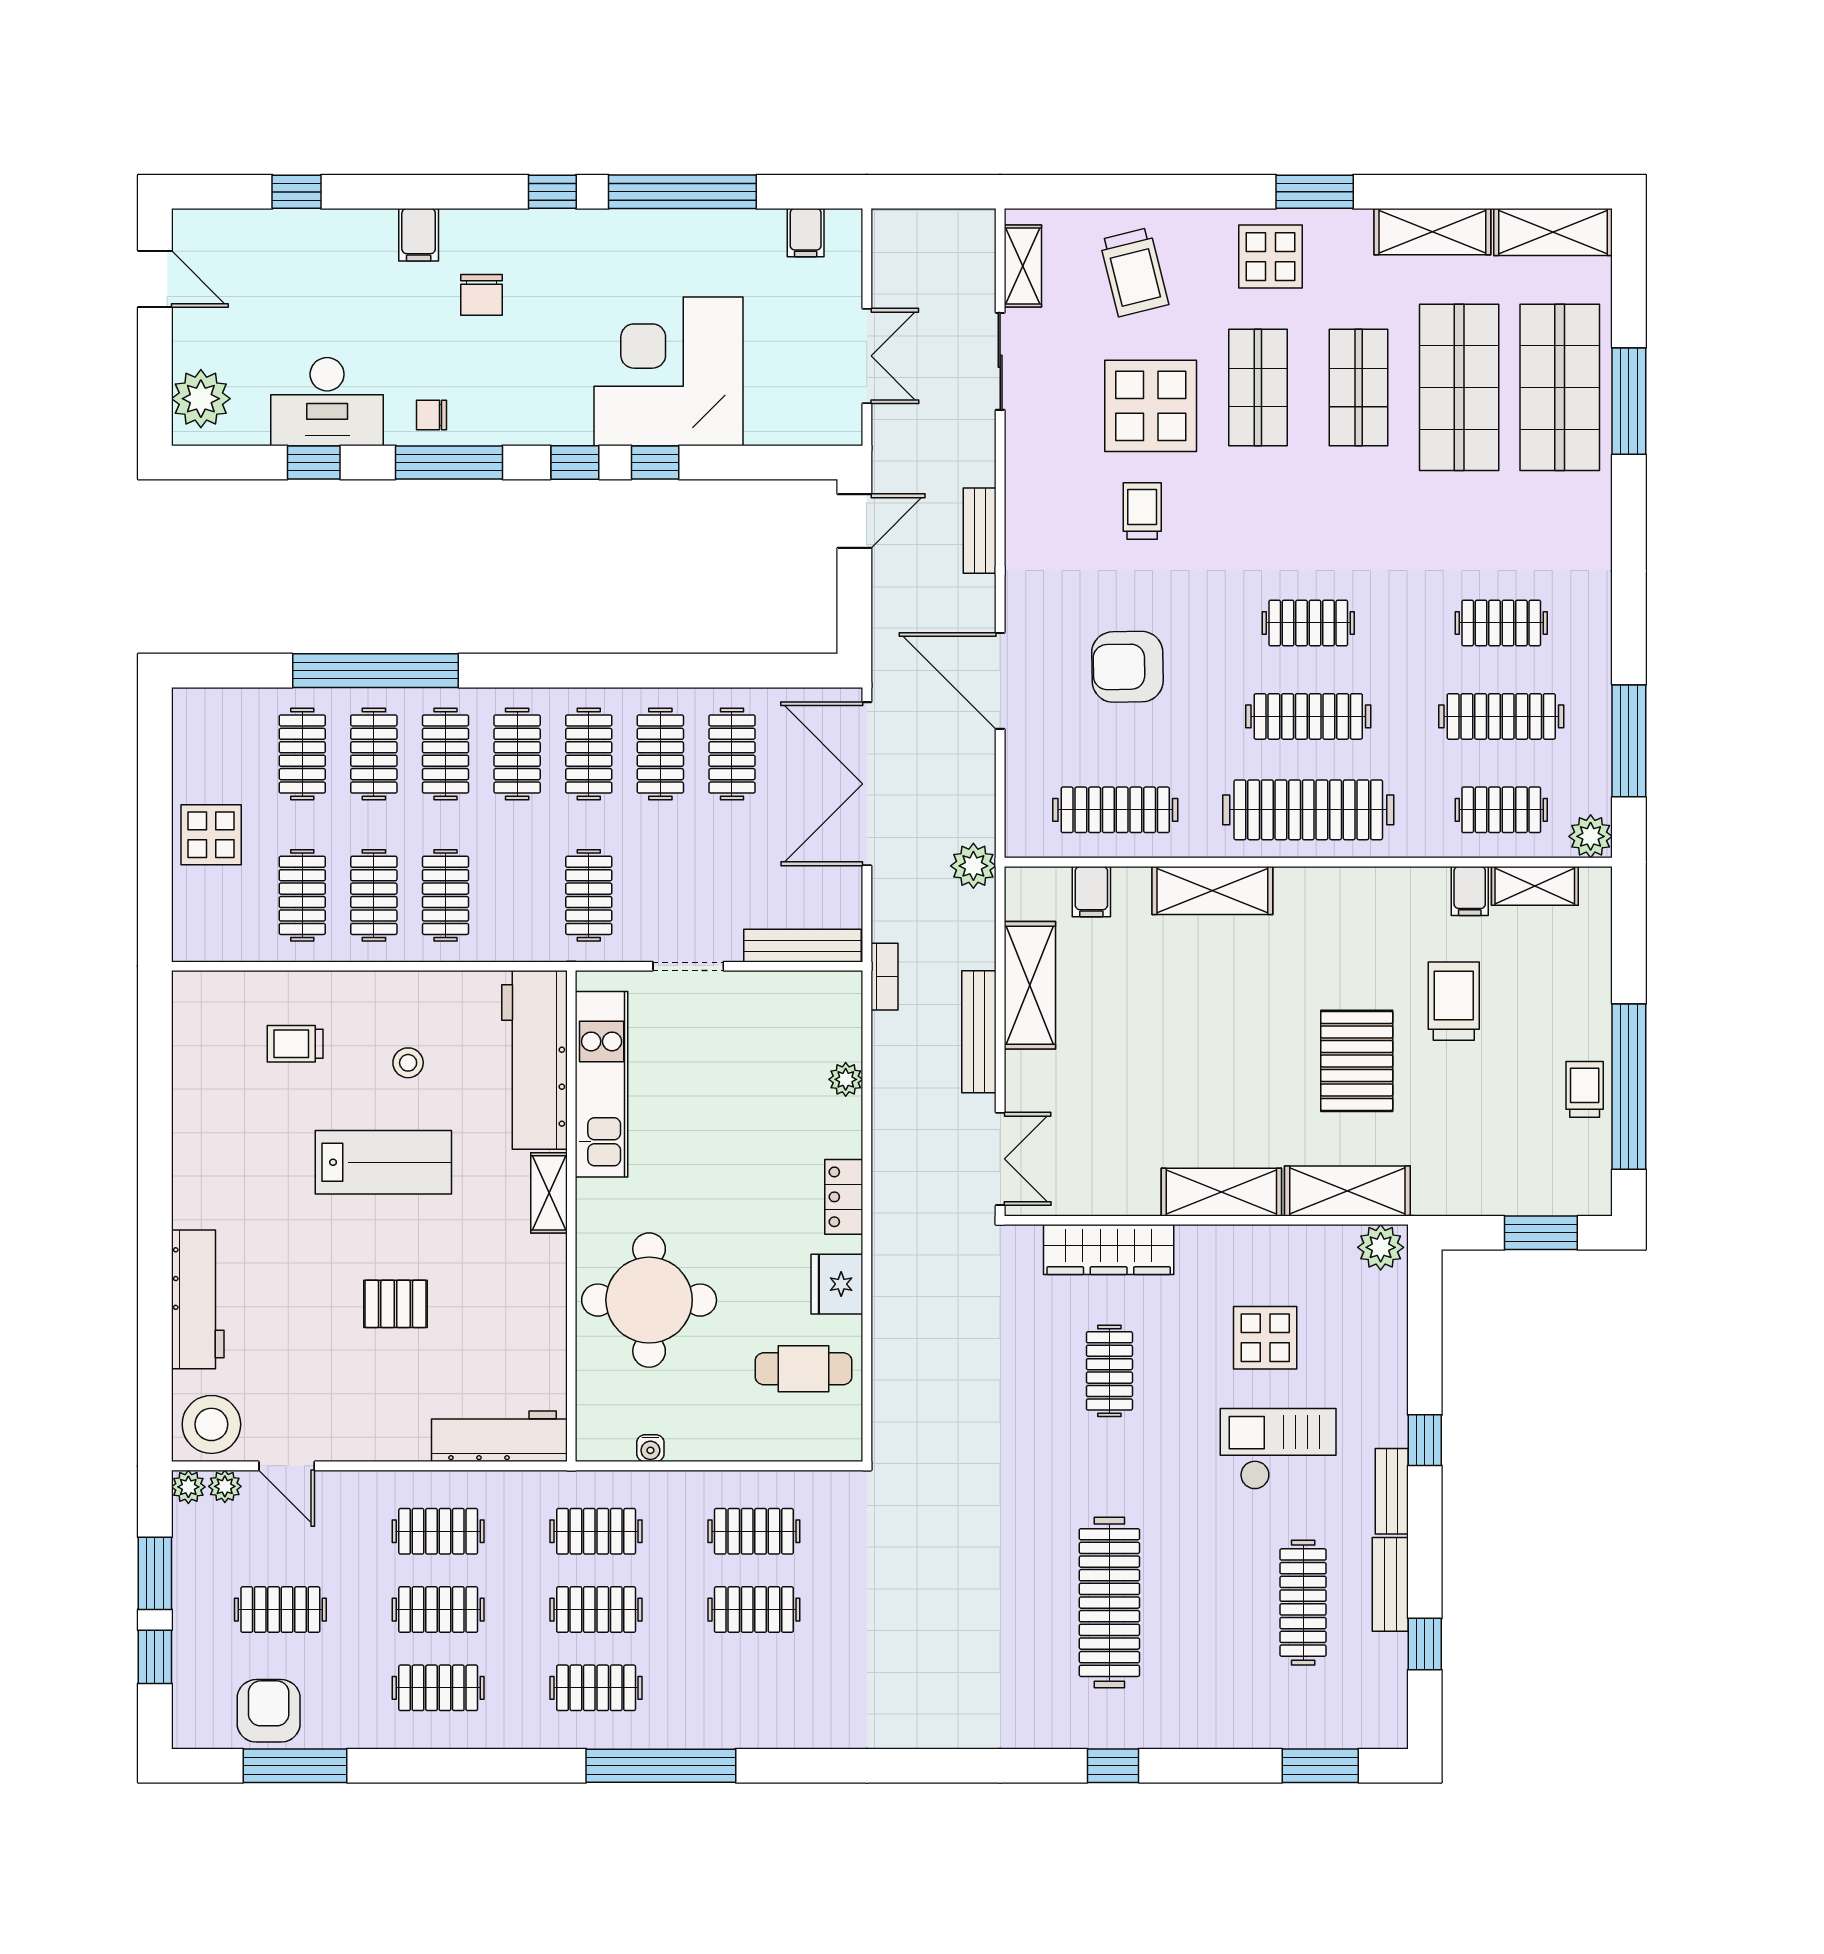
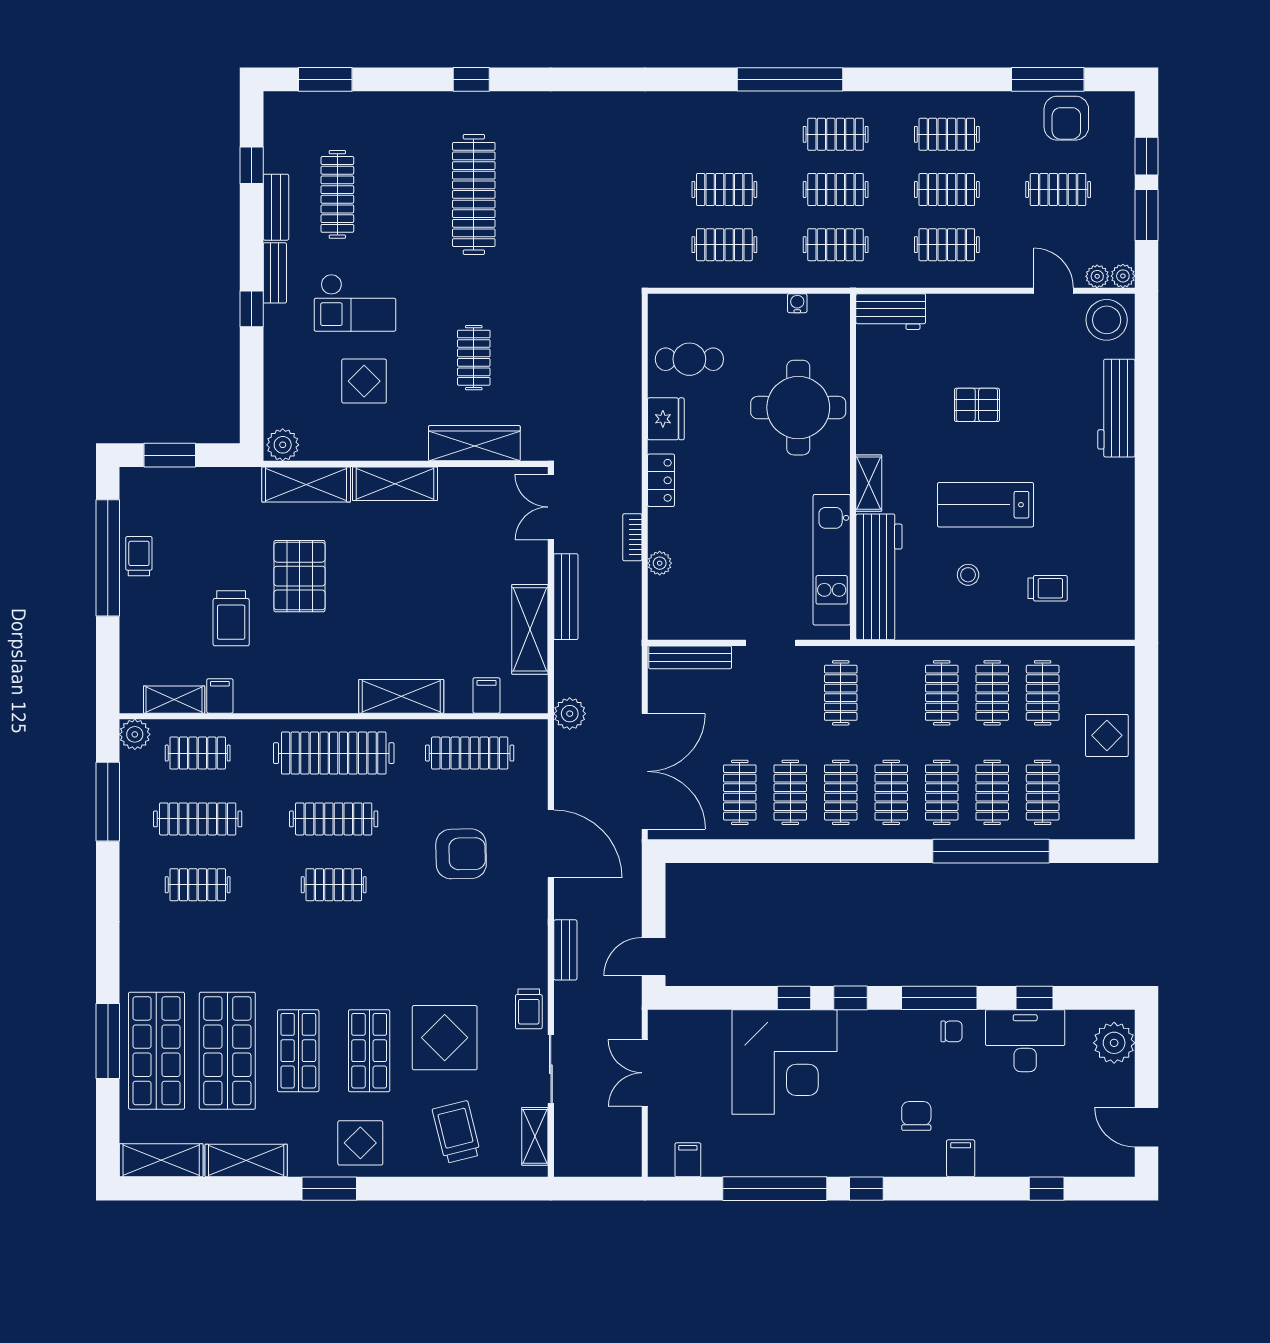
trolley: (1142, 511) -> (529, 1009), moved
bookcase: (884, 977) -> (632, 537), moved
trolley: (1585, 1089) -> (139, 556), turned 180
workbench: (499, 1436) -> (891, 312), width x0.73

